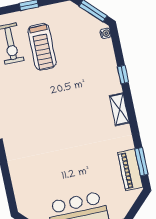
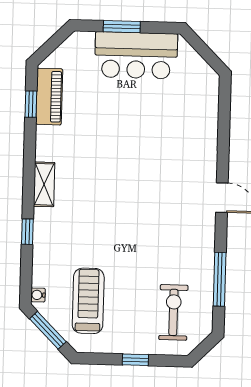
treadmill: (42, 47) -> (88, 301), moved
window: (141, 162) -> (31, 104), width x0.67

